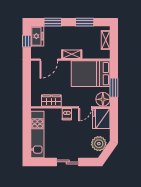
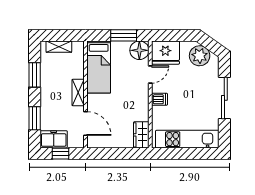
bed: (91, 74) -> (99, 67), width x0.67
wardrobe: (51, 101) -> (141, 135), moved
door: (85, 107) -> (150, 74), hinge flipped
sliding door: (68, 162) -> (224, 98), width x1.37

